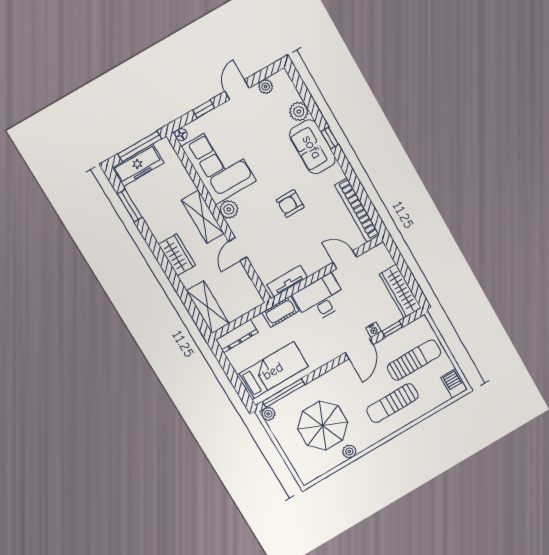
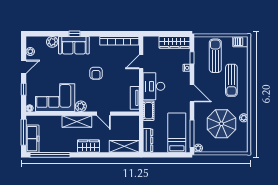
door: (237, 90) -> (24, 67), swing flipped
window: (130, 206) -> (50, 155), width x2.11
door: (359, 349) -> (192, 93), moved

